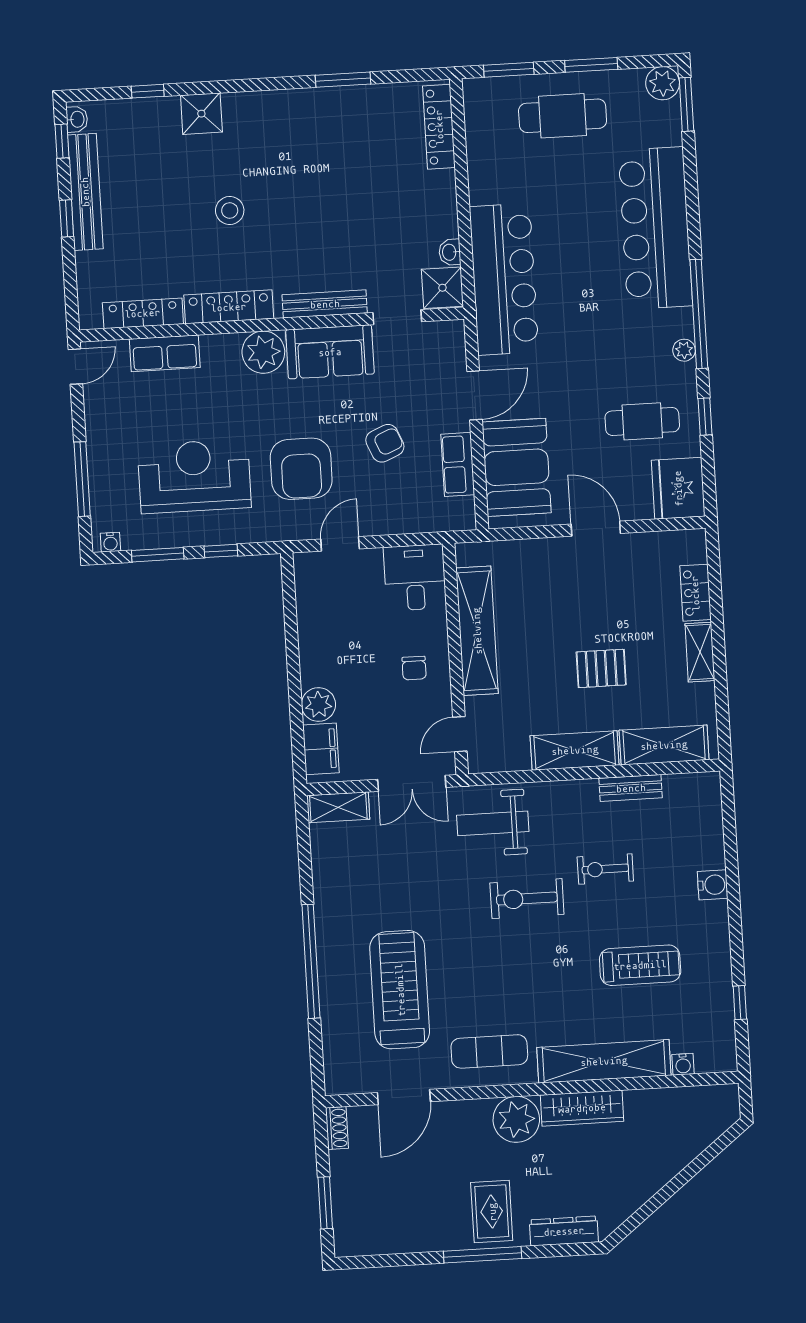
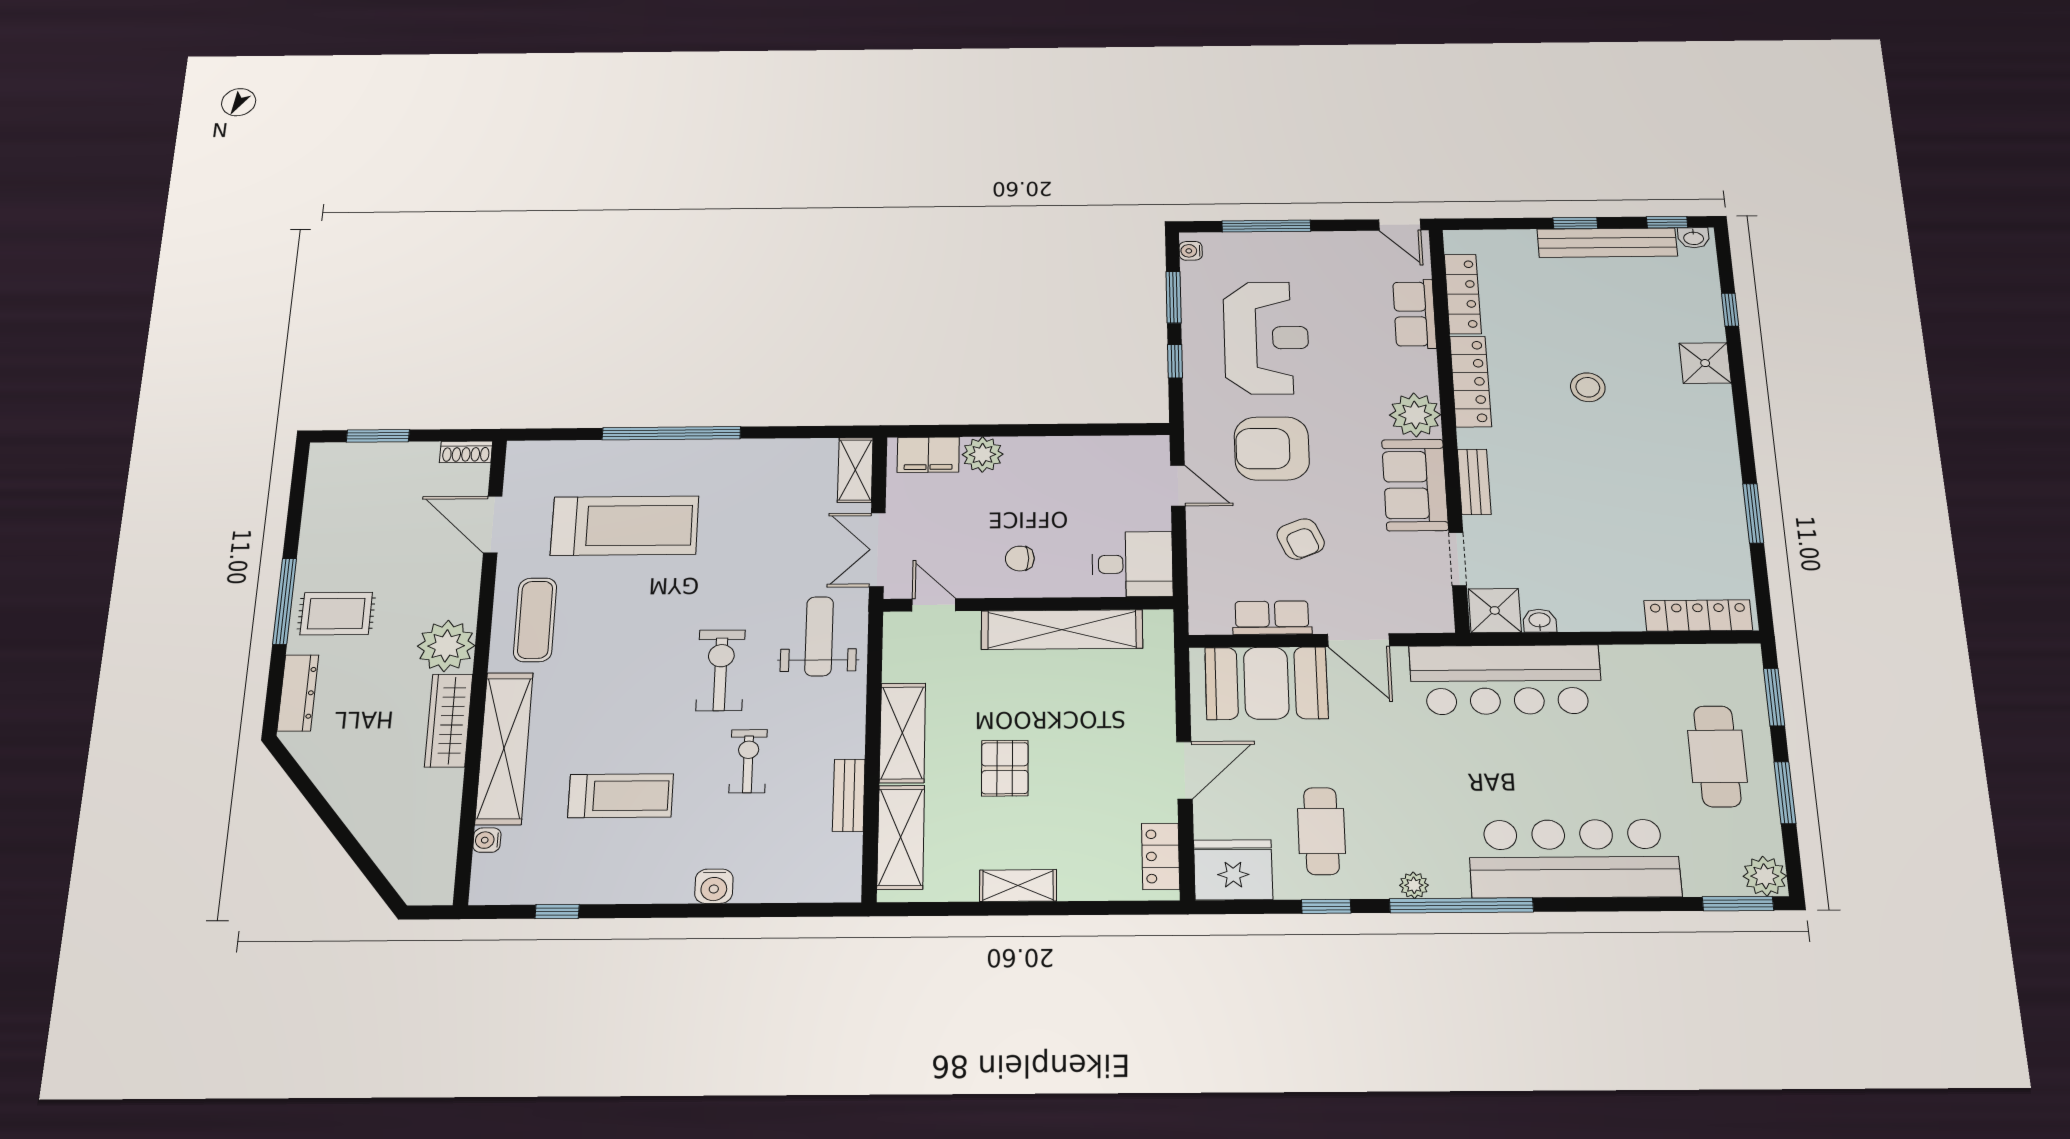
bench: (325, 304) -> (1474, 482), width x0.73
locker: (695, 593) -> (1161, 856), moved, turned -90
treadmill: (640, 965) -> (621, 796), turned -90

